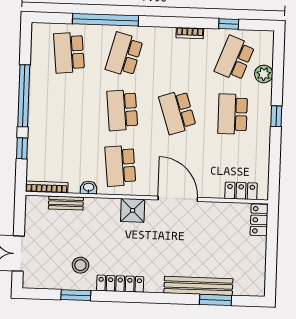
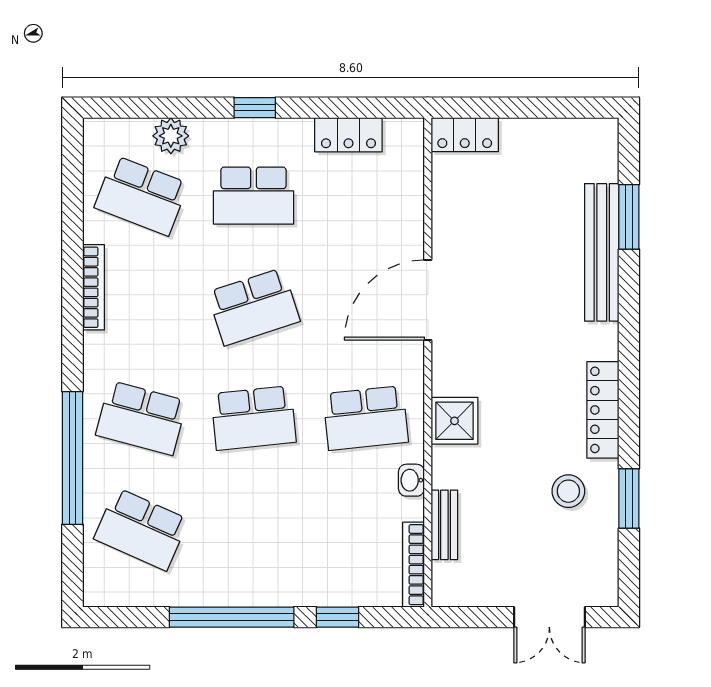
window: (229, 24) -> (72, 210), removed
bookcase: (190, 33) -> (93, 287), width x1.56
school desk: (69, 53) -> (141, 529), turned 30
locker: (241, 191) -> (348, 135), moved, turned -90
shower: (133, 210) -> (454, 421), moved

